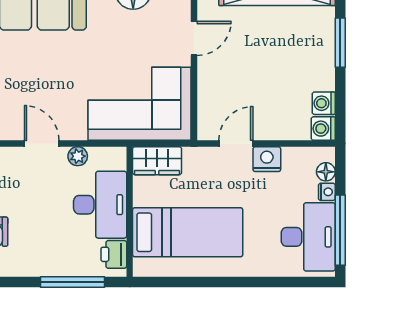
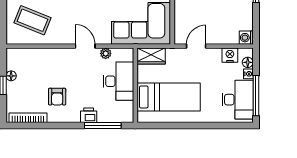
washing machine: (324, 103) -> (246, 23), removed
nightstand: (267, 159) -> (230, 55), moved
printer: (114, 254) -> (89, 115), moved, turned 90

